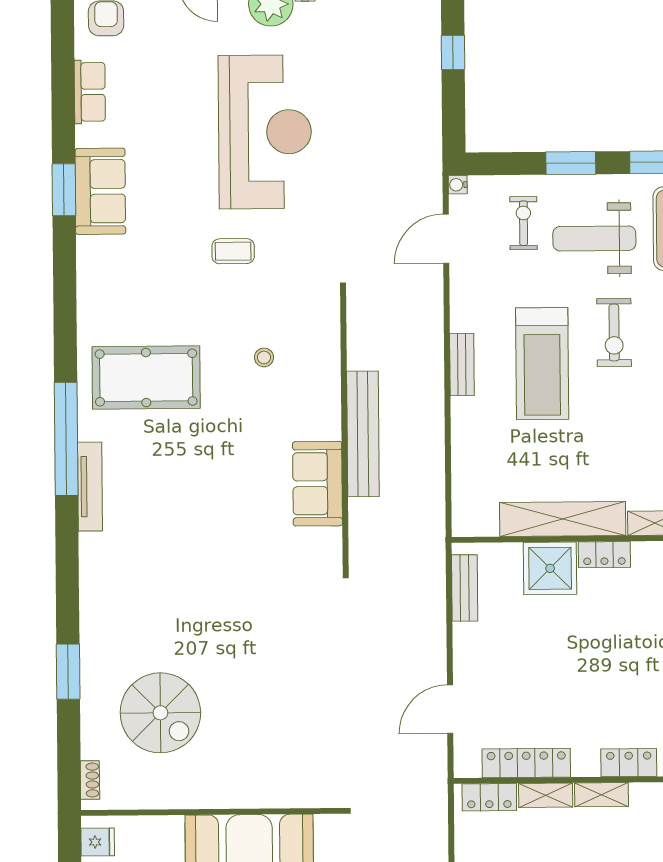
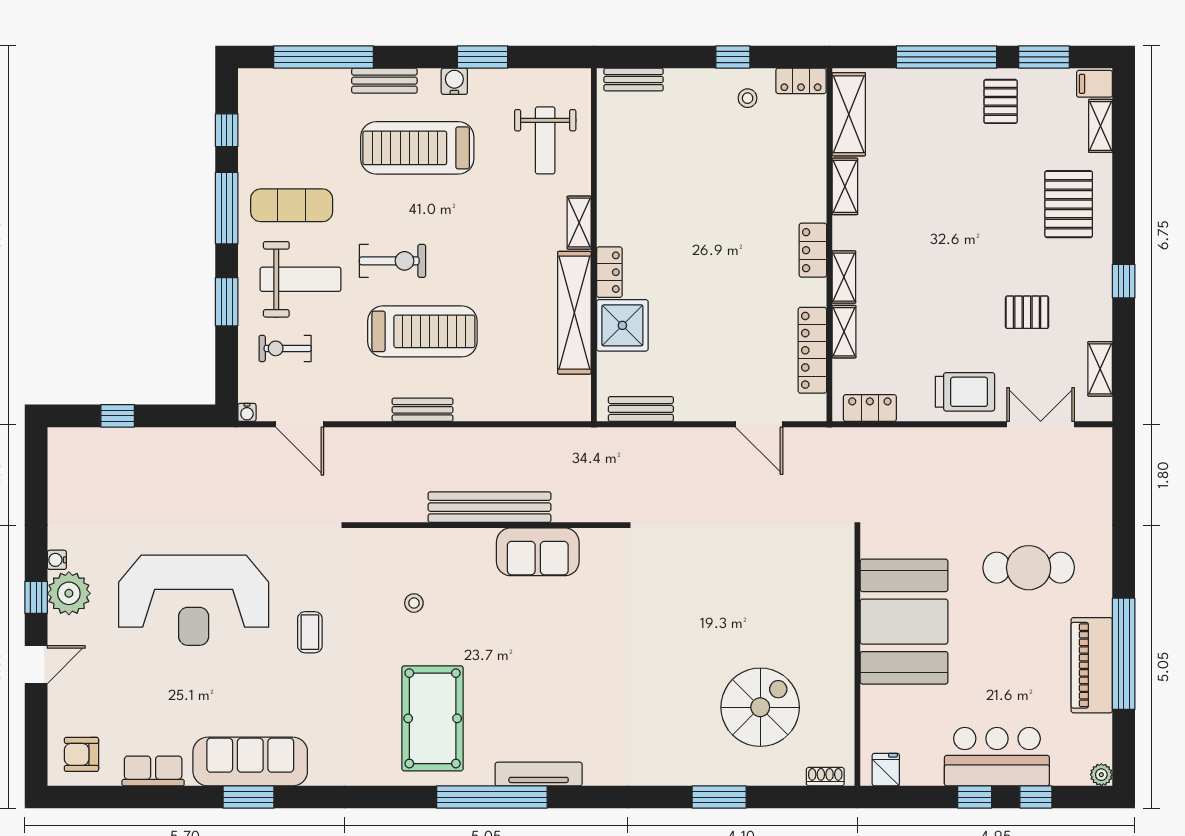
reception desk: (265, 132) -> (194, 600), turned 180
sofa: (100, 191) -> (250, 761), width x1.36
weight bench: (594, 238) -> (301, 279), turned -90
locker: (489, 797) -> (870, 408), moved, turned -90

